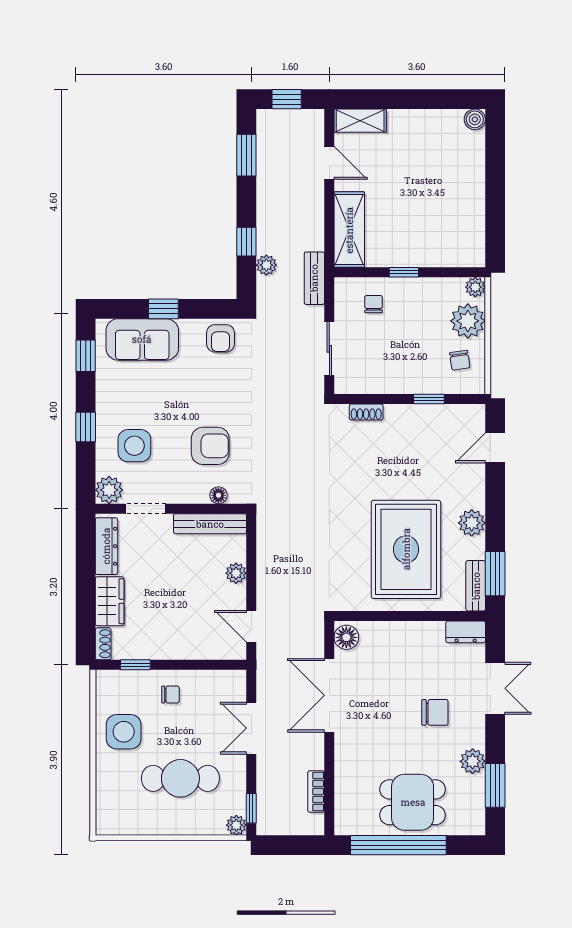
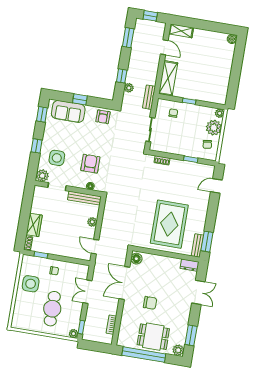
armchair: (210, 446) -> (90, 164), turned -90
plant: (472, 523) -> (200, 217), removed
dresser: (106, 546) -> (37, 200), removed
chair: (435, 712) -> (150, 303), moved
plant: (473, 761) -> (178, 350), moved
cafe table: (180, 778) -> (52, 309), turned 90

